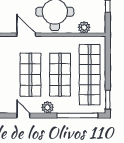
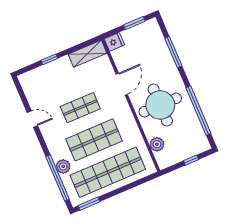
shop shelf: (30, 75) -> (80, 108), width x0.70, depth x0.74
plant: (48, 107) -> (63, 166), moved
door: (23, 116) -> (32, 119), hinge flipped

